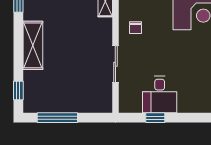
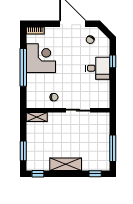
desk: (160, 95) -> (98, 68), moved
window: (155, 118) -> (113, 61), moved

